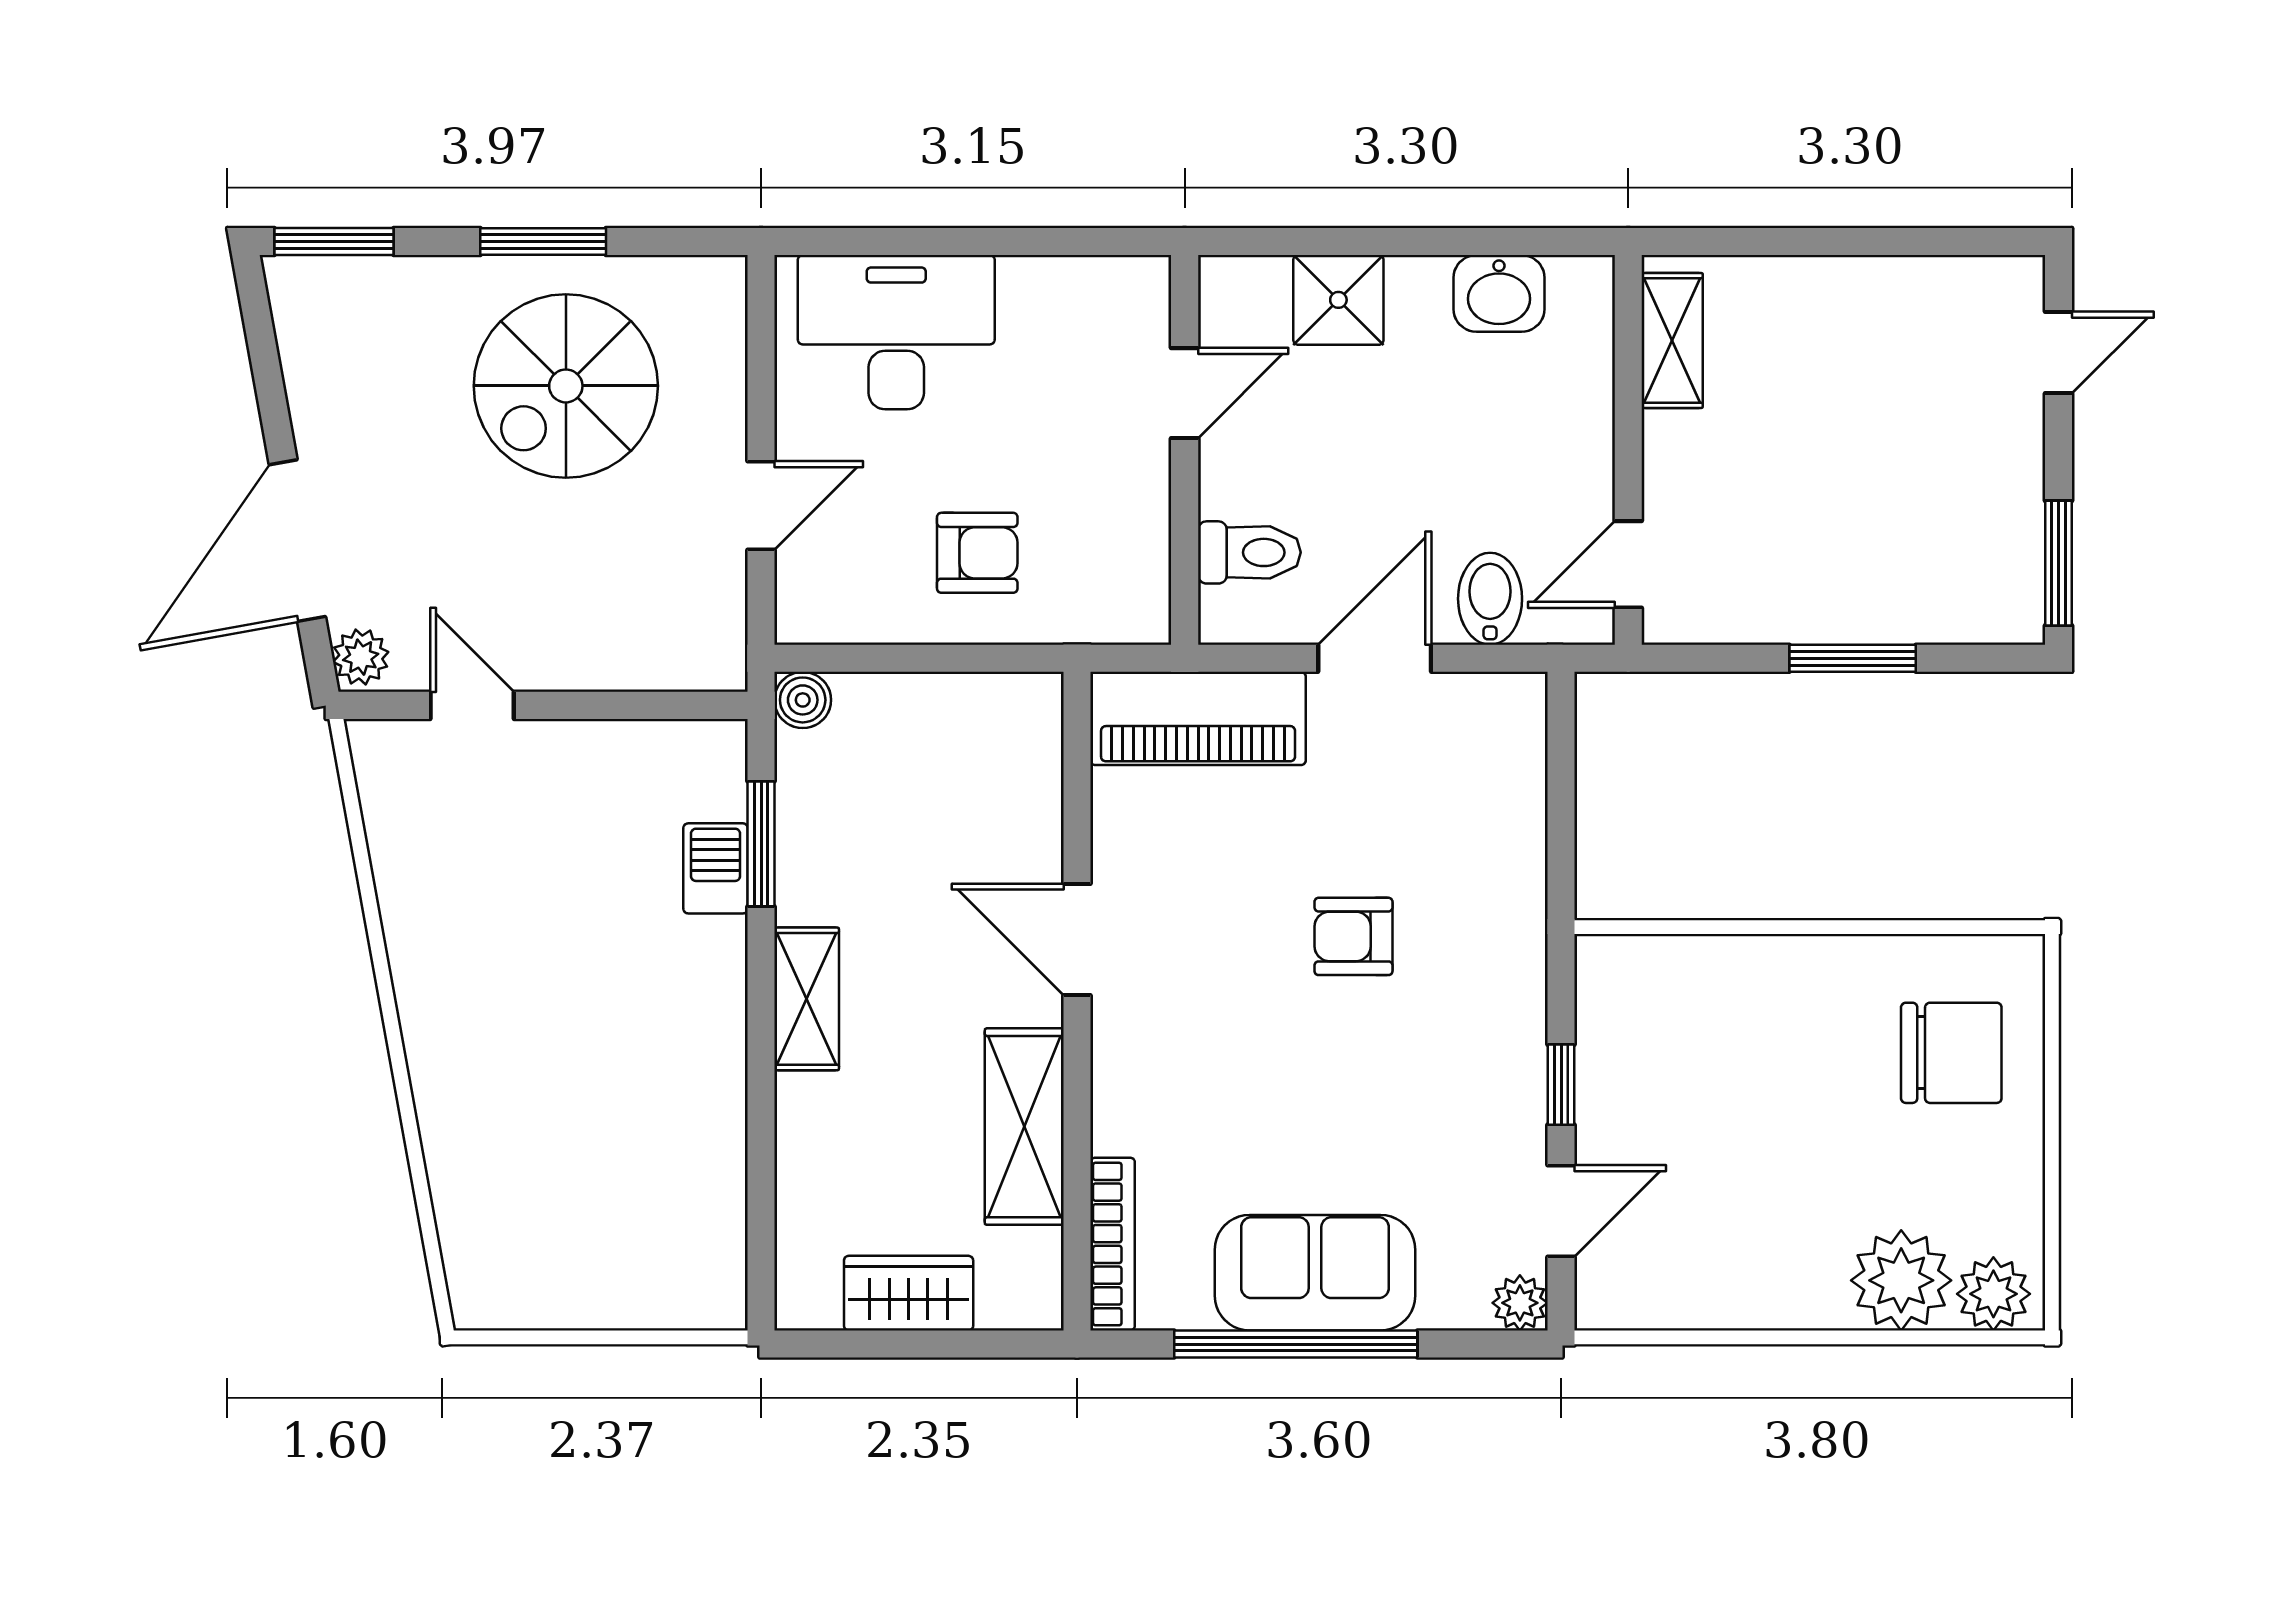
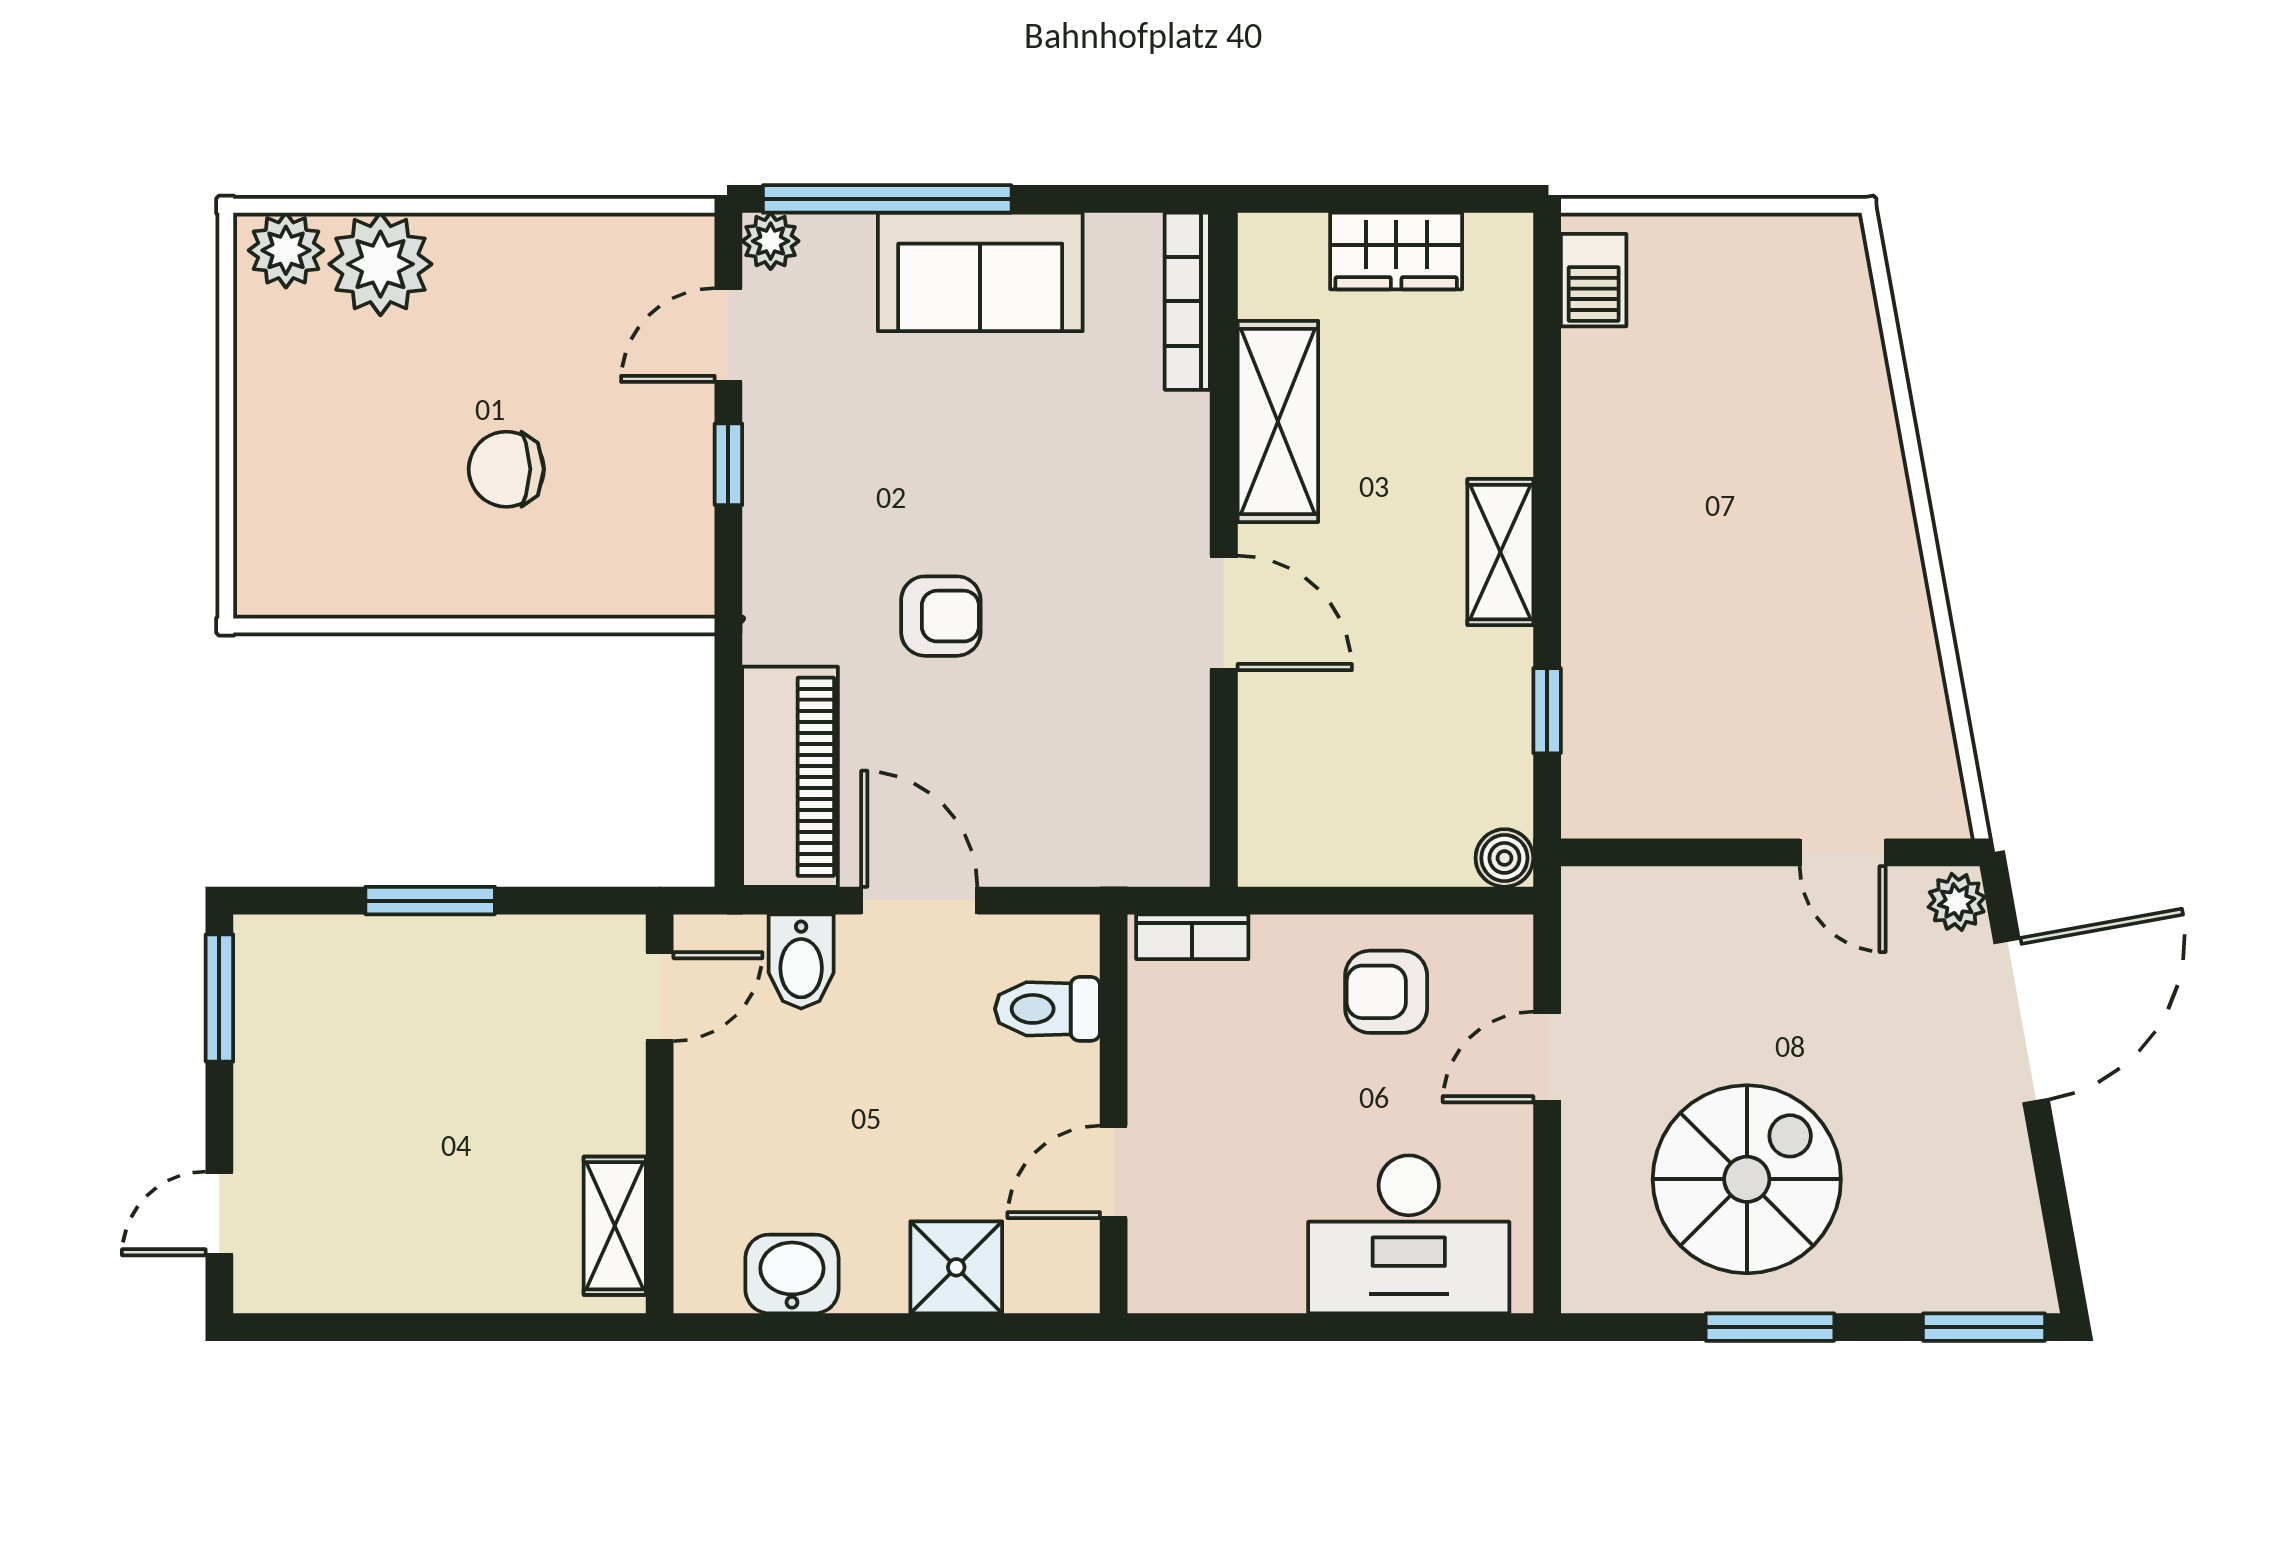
armchair: (977, 553) -> (1386, 992), moved
bookcase: (1108, 623) -> (1192, 937), added
door: (1375, 658) -> (919, 901), swing flipped
piano: (1198, 718) -> (790, 777), moved, turned 90
window: (761, 844) -> (1547, 711), width x0.67
barbecue: (716, 868) -> (1594, 280), moved
chair: (1951, 1053) -> (506, 469), moved, width x0.73, depth x0.73
window: (1296, 1344) -> (887, 199), moved

